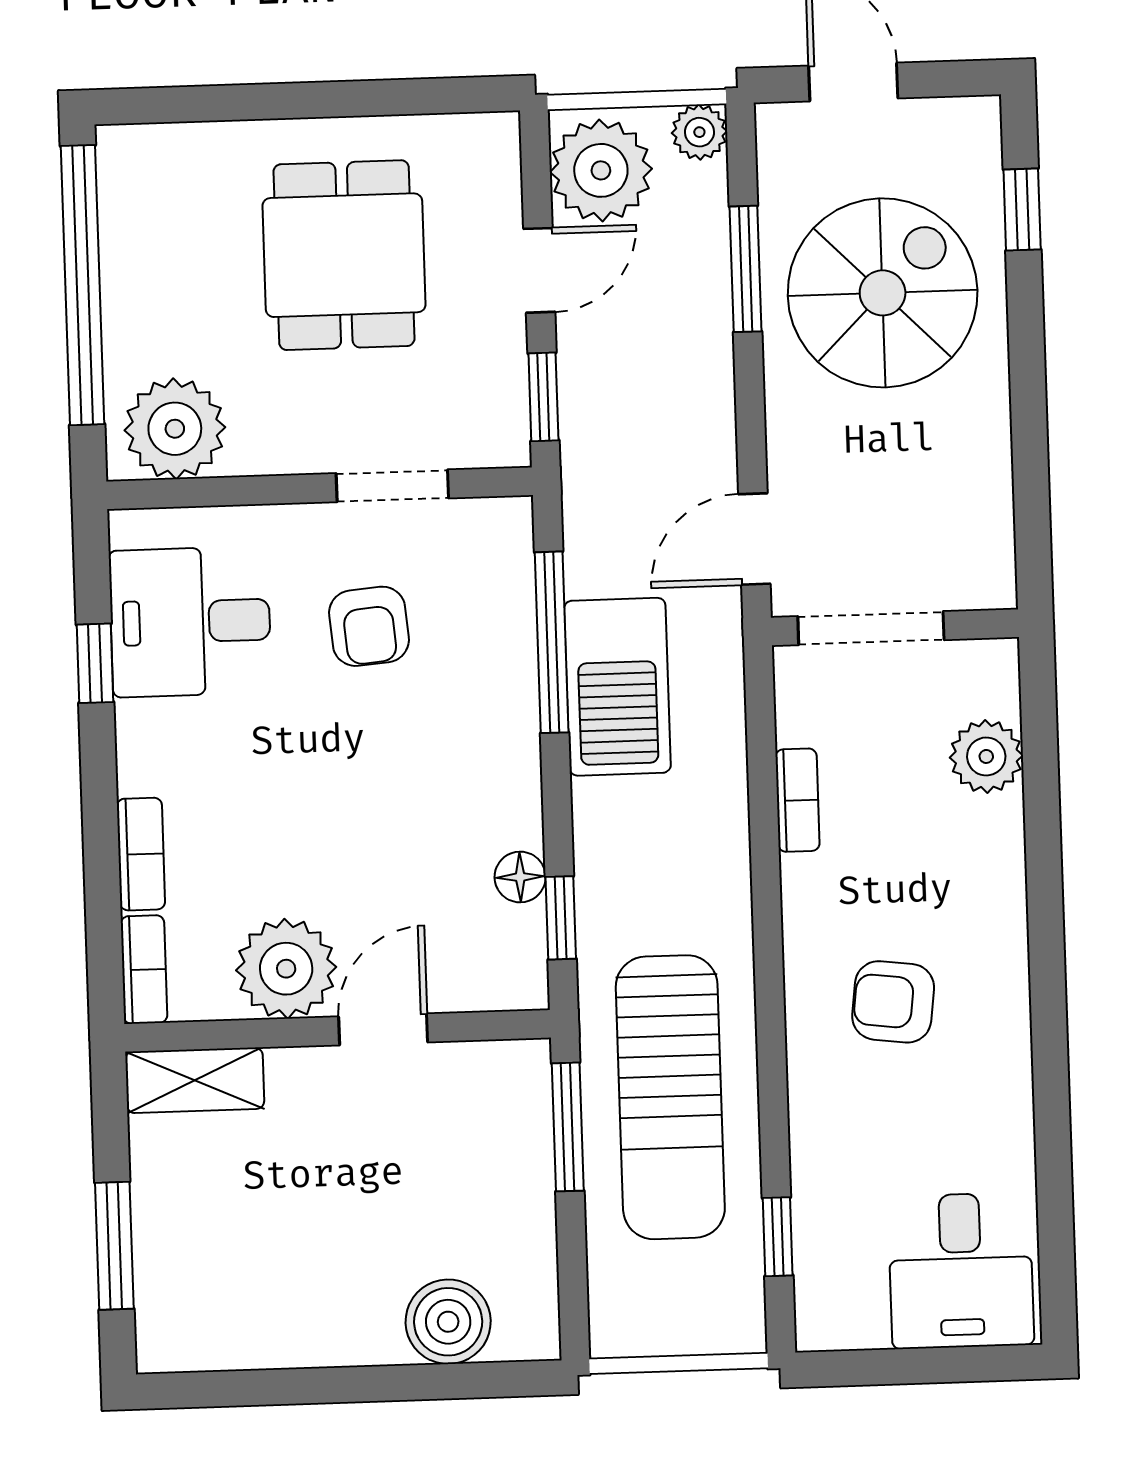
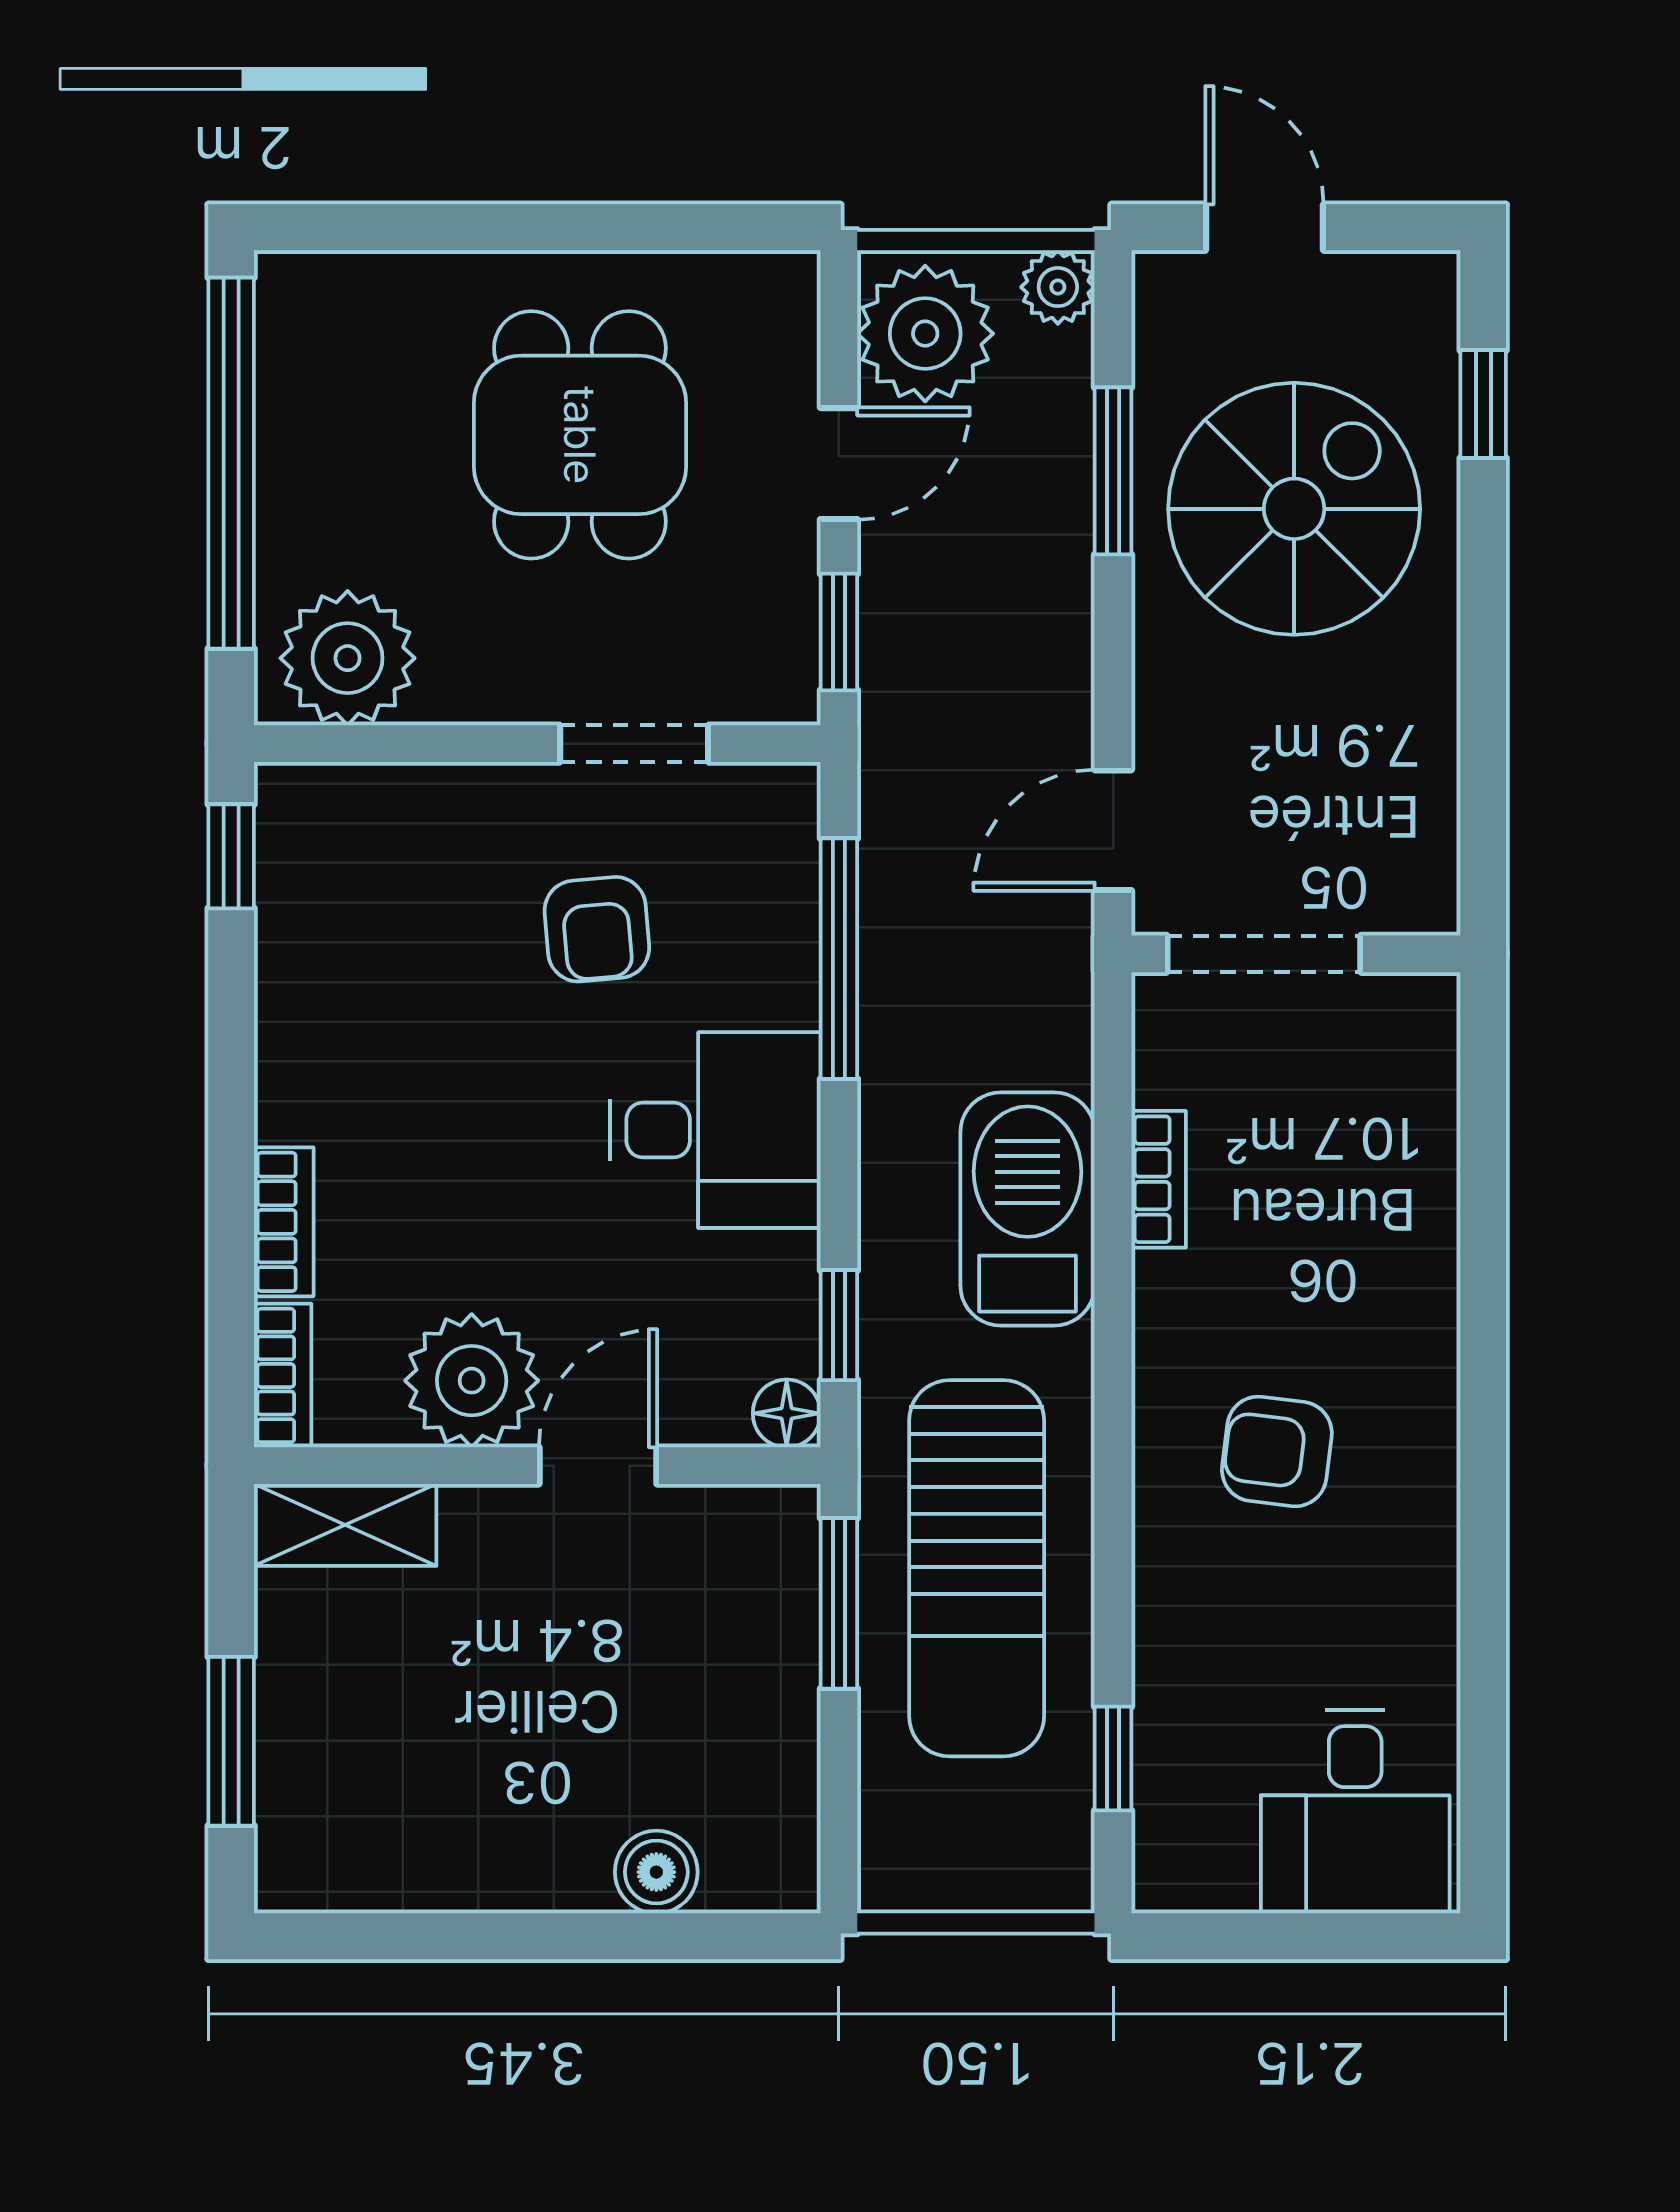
desk: (190, 622) -> (715, 1130), moved, turned 180
window: (95, 663) -> (231, 856), moved
barbecue: (617, 687) -> (1028, 1209), moved, turned 180
plant: (986, 756) -> (1411, 1129), removed
floor lamp: (520, 877) -> (787, 1413), moved
boiler: (448, 1322) -> (656, 1872), width x0.73, depth x0.73

